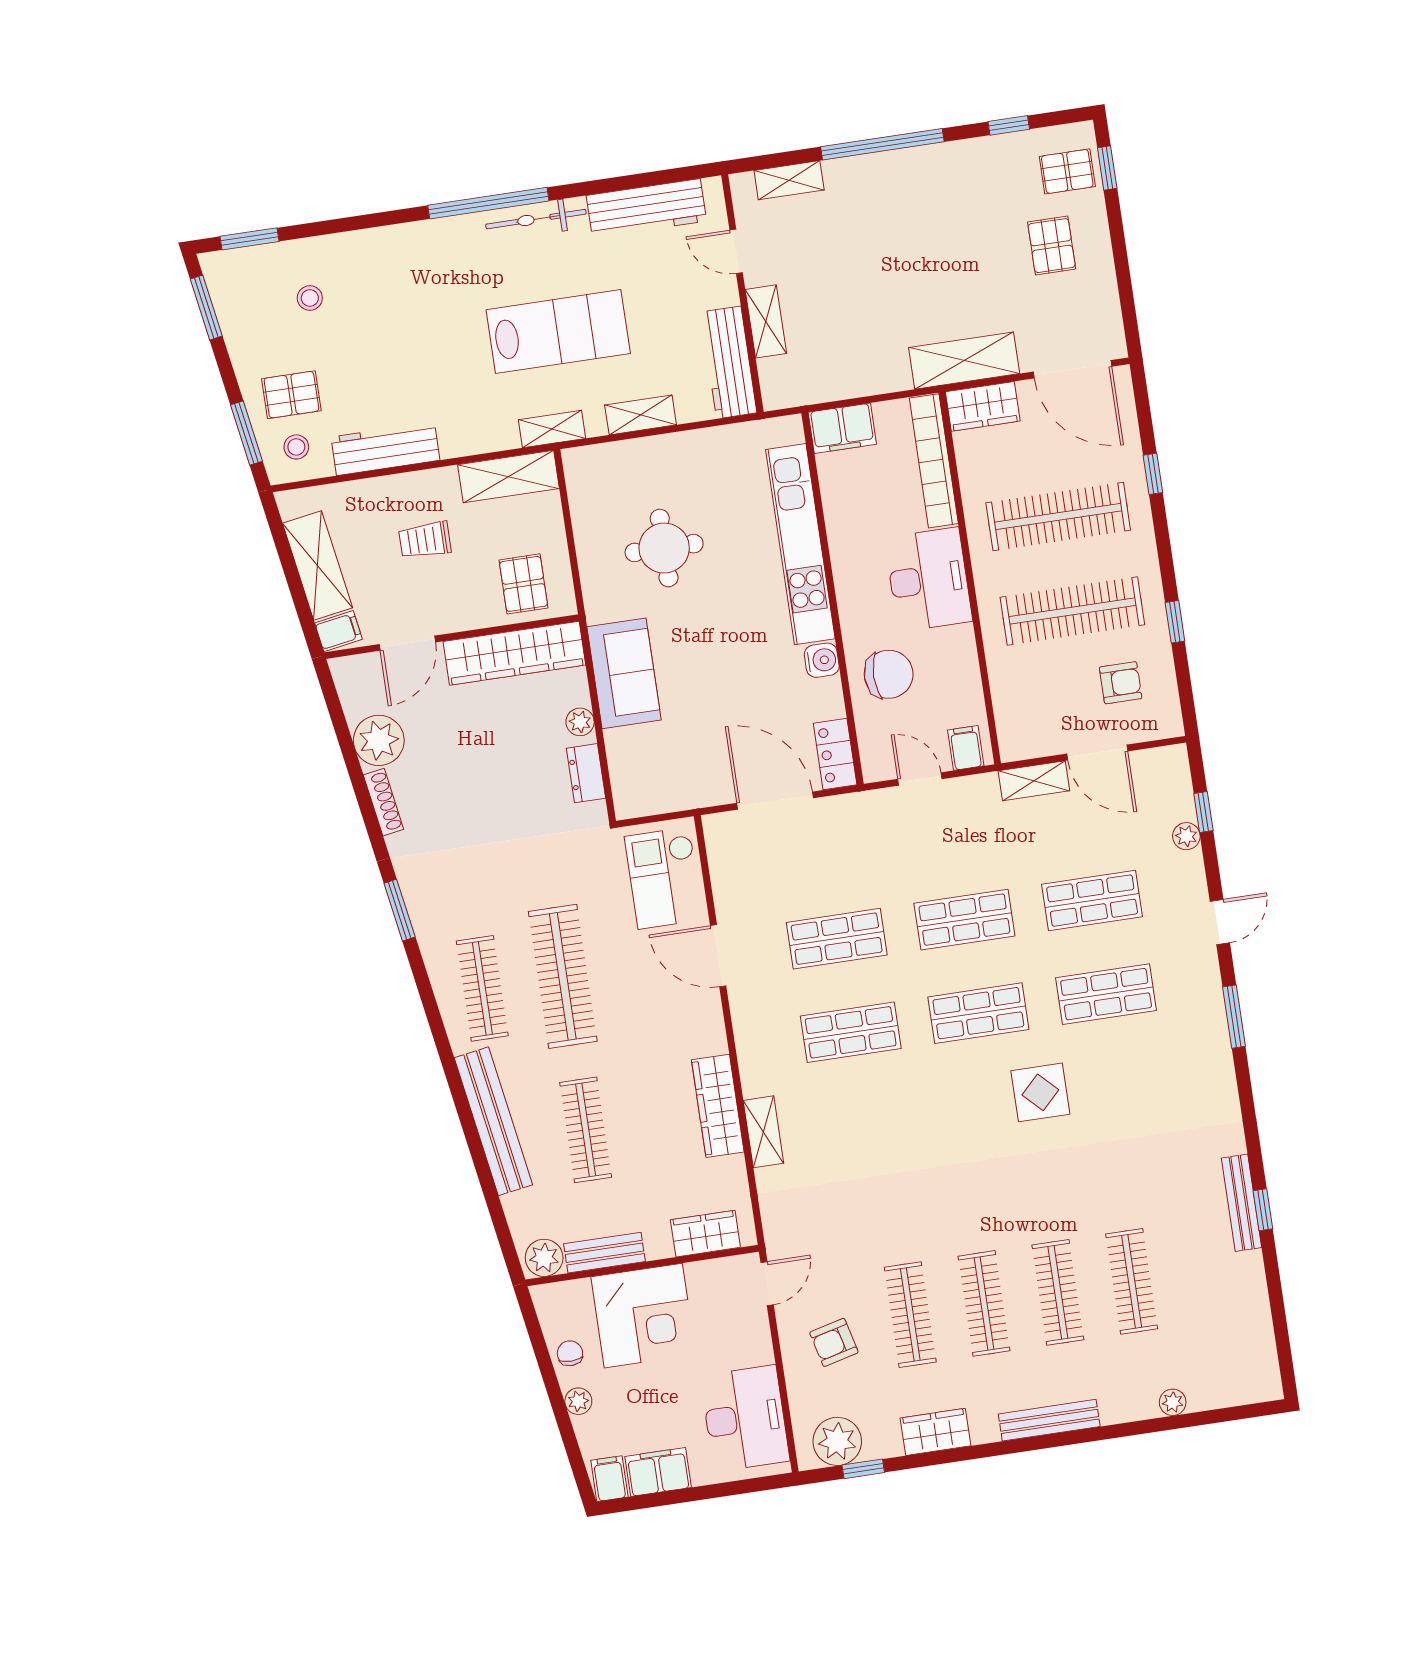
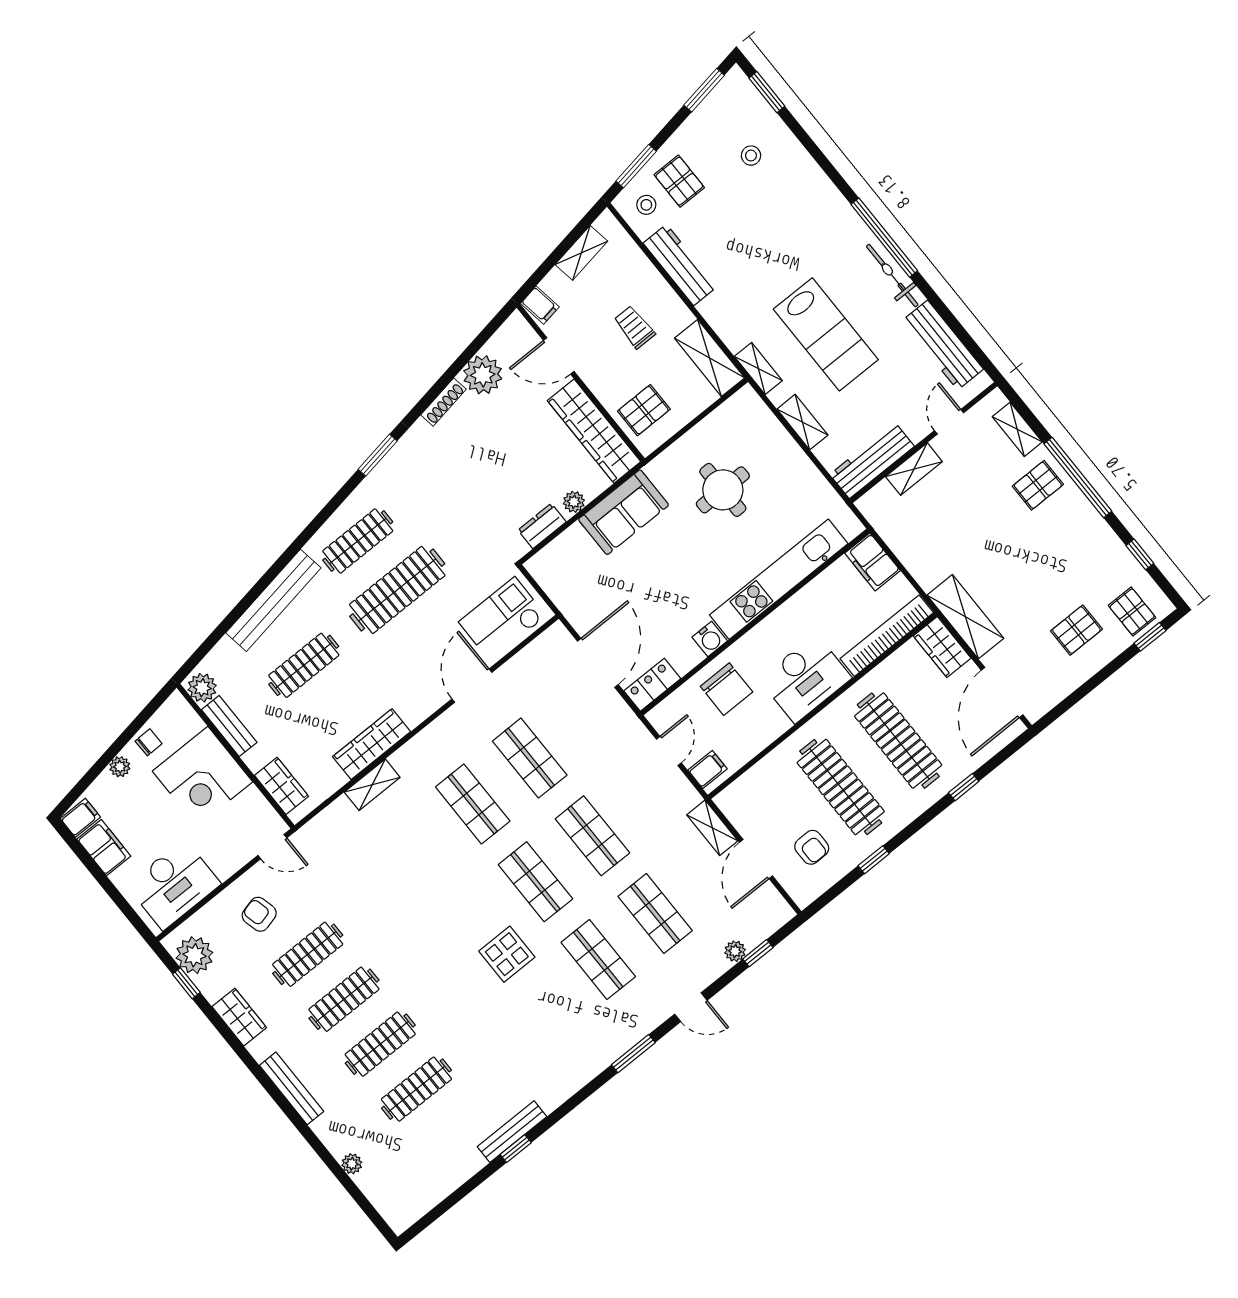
pallet: (865, 194) -> (1038, 485), added
shelving: (318, 565) -> (581, 253), width x0.67, depth x0.75

